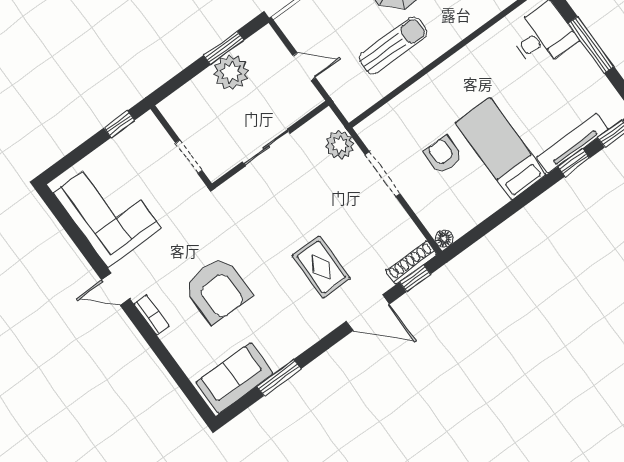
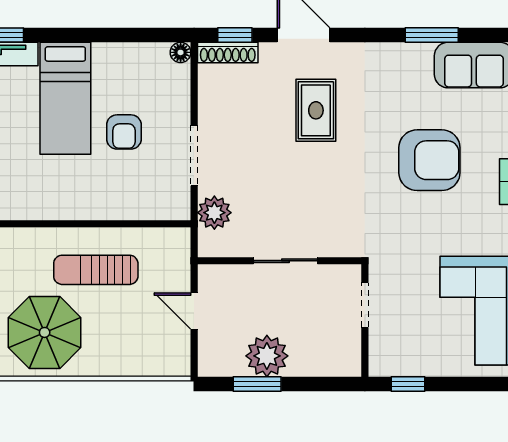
armchair: (217, 290) -> (429, 160), turned 90

